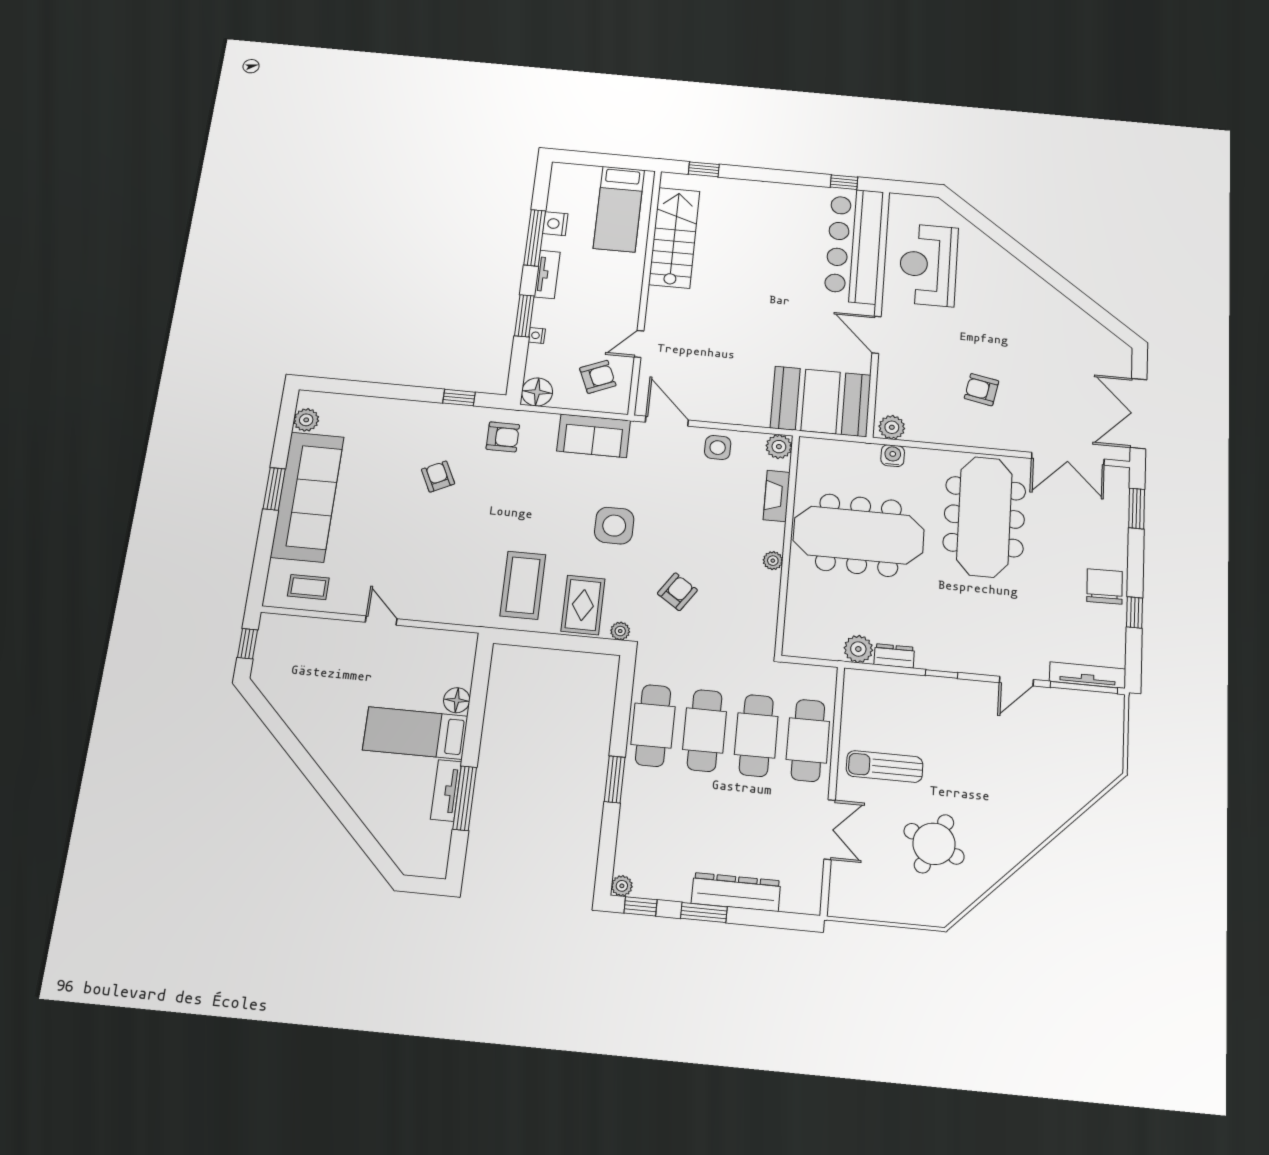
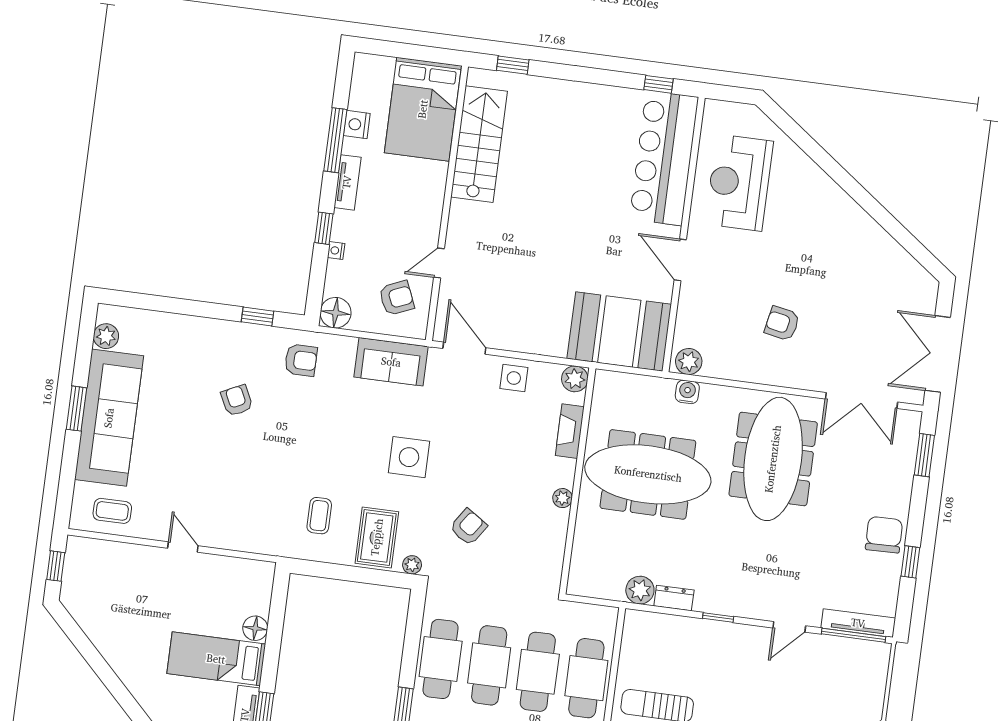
bed: (619, 209) -> (423, 109), width x1.50
window: (524, 316) -> (324, 228), width x0.67
coffee table: (523, 585) -> (319, 516), width x0.54, depth x0.58

